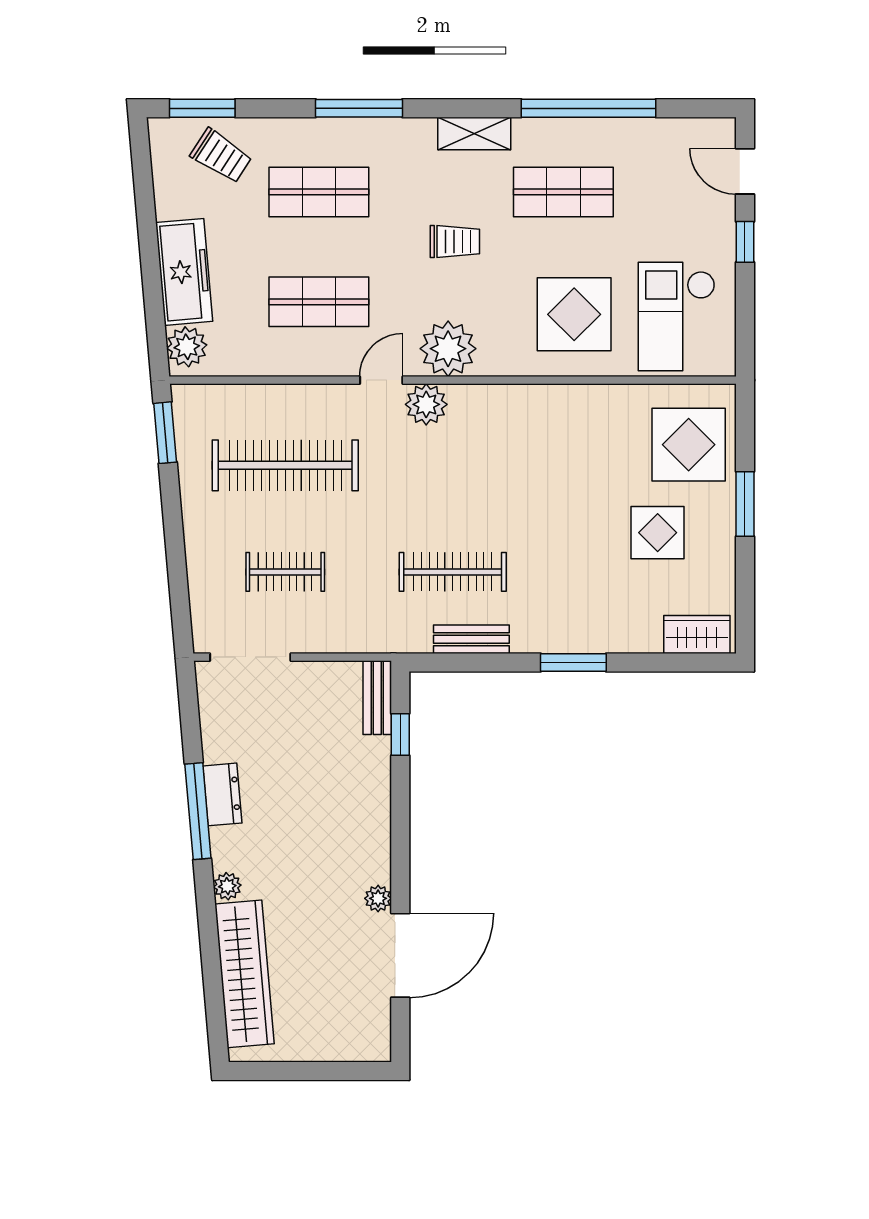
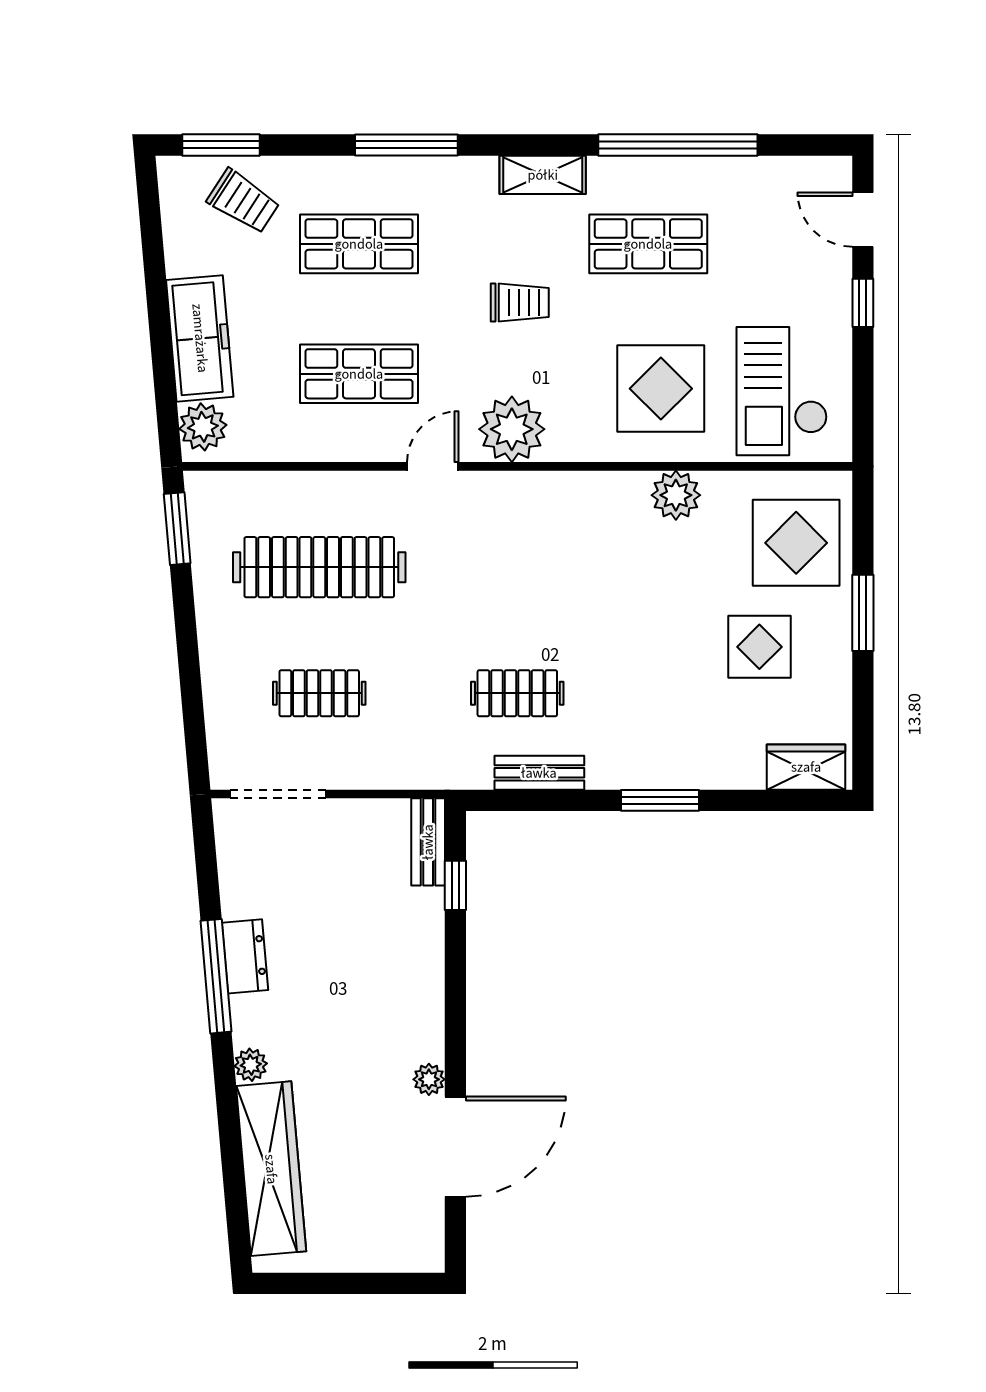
plant: (426, 404) -> (676, 495), moved
clothes rail: (453, 572) -> (517, 693), width x0.73

